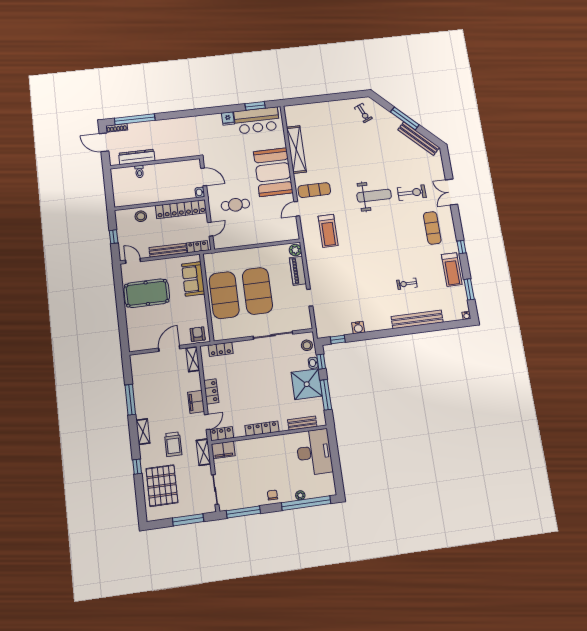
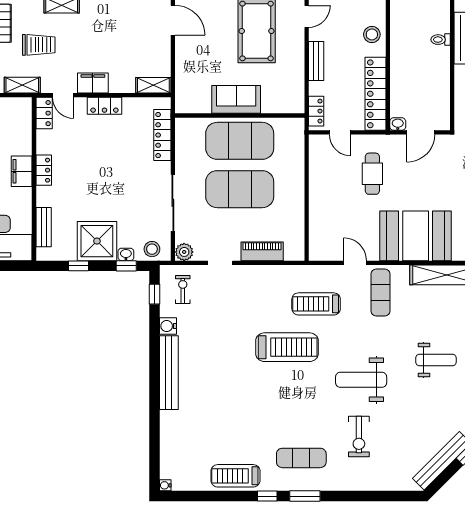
weight bench: (353, 150) -> (436, 360), added
double door: (452, 192) -> (352, 496), removed
weight bench: (374, 196) -> (361, 380), turned 90
treadmill: (360, 246) -> (287, 347), added
bench: (168, 250) -> (316, 61), width x0.73
plant: (295, 250) -> (184, 252), moved
sofa: (193, 279) -> (236, 99), moved
exercise bike: (407, 284) -> (183, 290), moved
window: (469, 289) -> (305, 496), moved
bench: (417, 319) -> (169, 373), moved
armchair: (198, 334) -> (188, 96), removed
door: (169, 348) -> (173, 20), moved
locker: (221, 349) -> (162, 135), width x1.53
window: (326, 395) -> (79, 266), width x0.46
locker: (262, 429) -> (44, 170), width x0.66
trolley: (173, 444) -> (39, 45), turned 180
filing cabinet: (223, 450) -> (22, 171), moved

